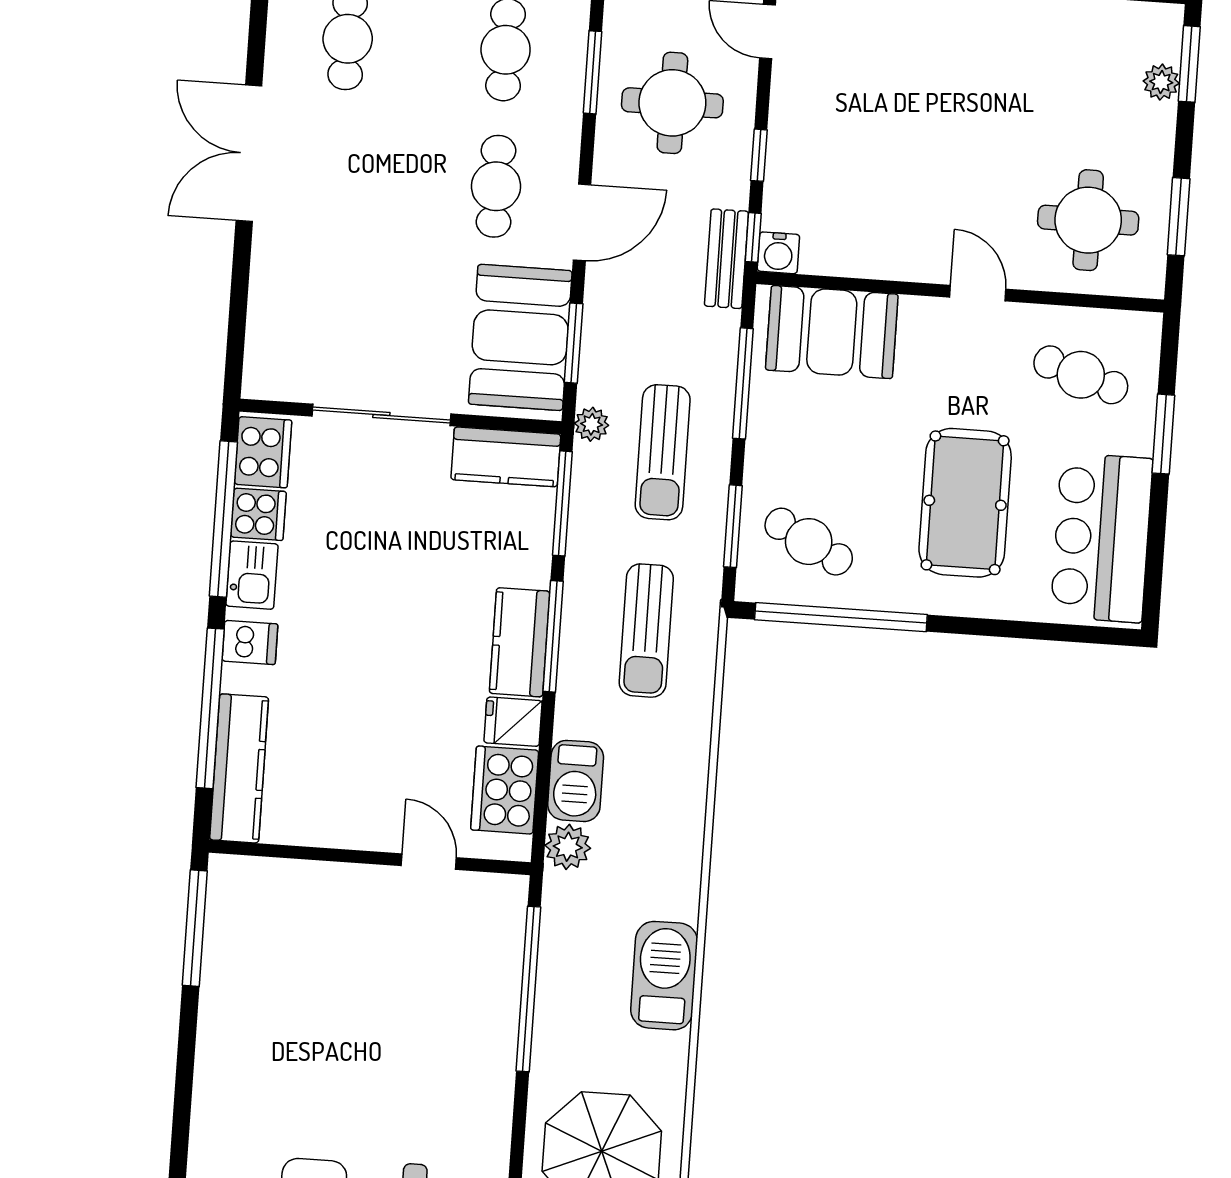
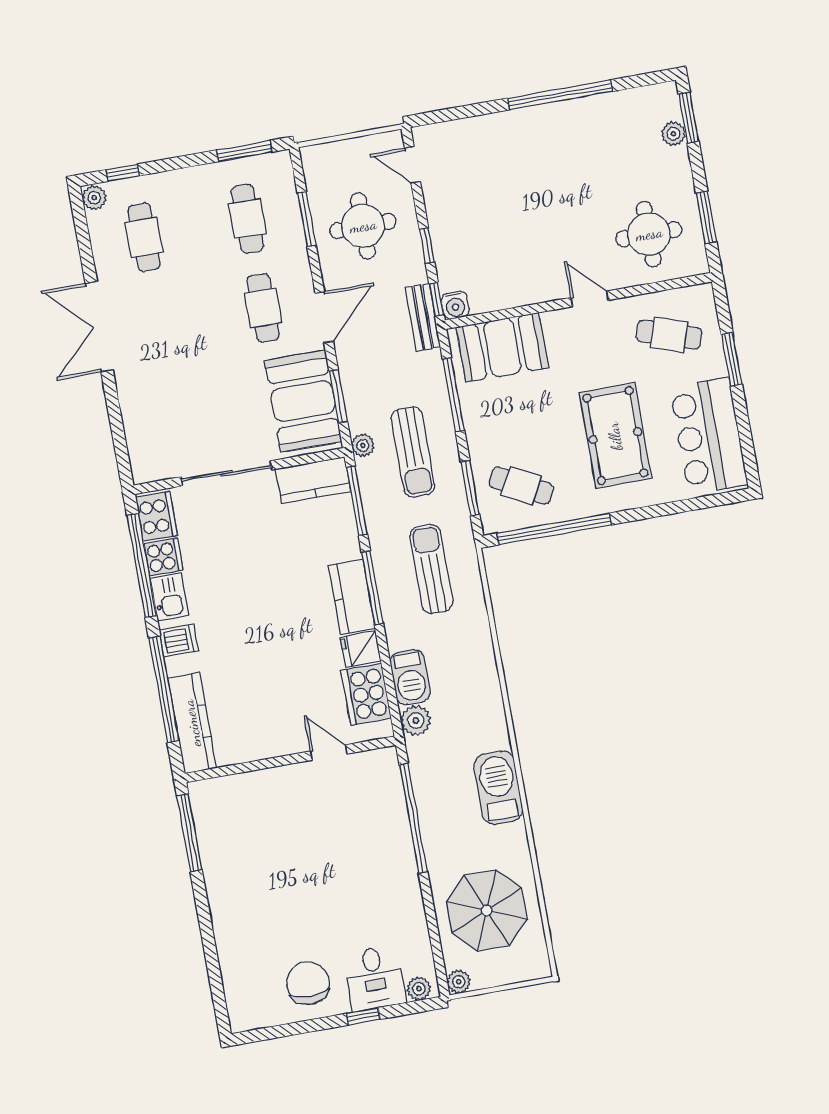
sun lounger: (646, 631) -> (431, 569), turned 180

